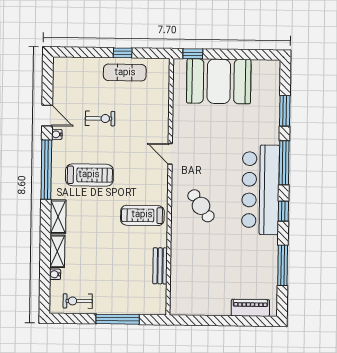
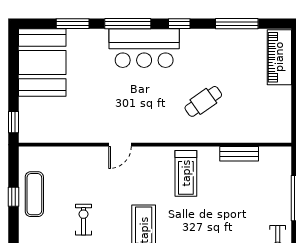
booth: (219, 81) -> (42, 63), moved
bar counter: (261, 190) -> (144, 48), width x0.73
cafe table: (201, 206) -> (203, 101), moved
piano: (250, 308) -> (279, 57), width x1.37, depth x1.33

